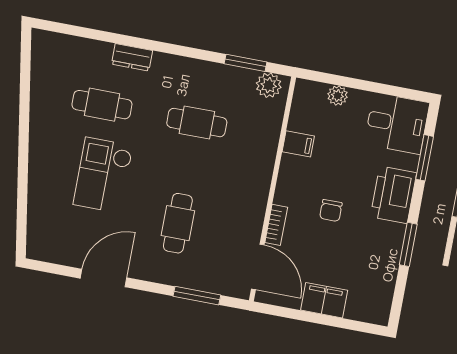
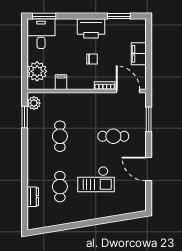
dresser: (132, 57) -> (33, 197), moved
plant: (338, 96) -> (37, 71), width x1.88, depth x1.88
window: (425, 158) -> (44, 16), moved
printer: (393, 195) -> (91, 28), moved
window: (408, 244) -> (119, 16), moved
door: (258, 267) -> (128, 91), hinge flipped

